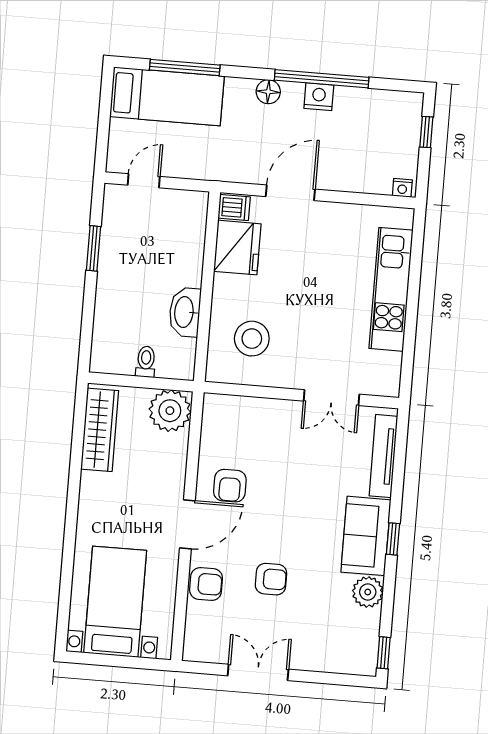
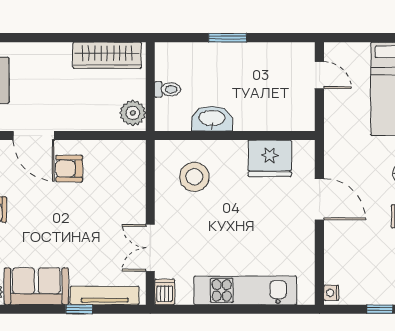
dishwasher: (234, 208) -> (165, 292), moved, turned 180
window: (94, 248) -> (228, 38), moved
plant: (170, 411) -> (133, 113), width x0.73, depth x0.73
window: (393, 539) -> (79, 309), moved

